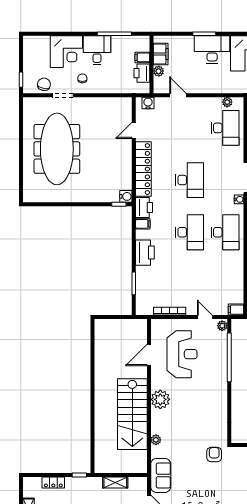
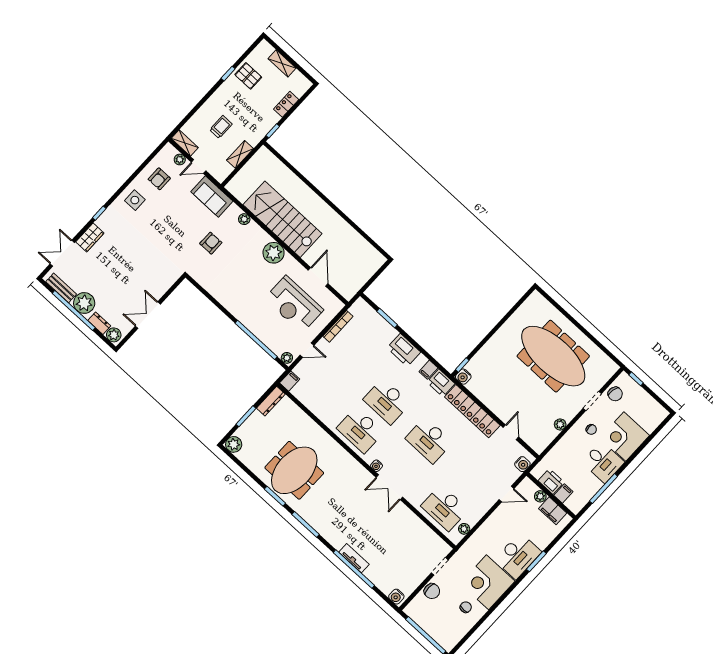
plant: (98, 102) -> (560, 424), added
armchair: (214, 455) -> (211, 243), moved, turned -90

